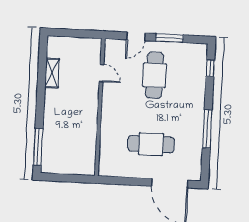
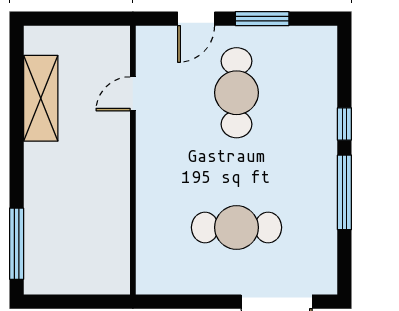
window: (210, 68) -> (344, 124), moved
shelving: (52, 73) -> (41, 98), width x1.50, depth x1.33
door: (102, 73) -> (133, 94), swing flipped

